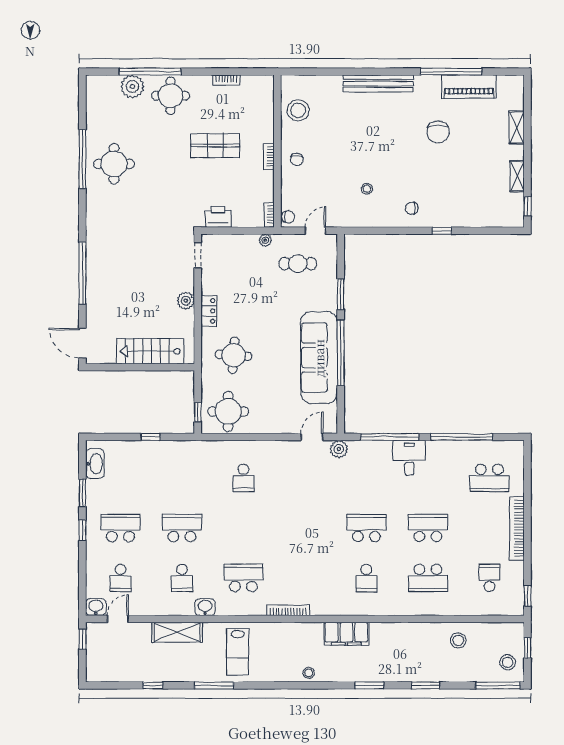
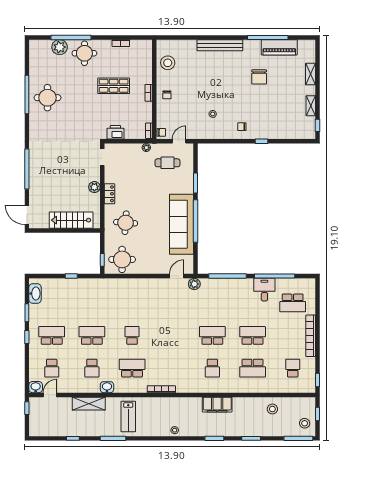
desk: (409, 458) -> (264, 290), moved
school desk: (243, 478) -> (132, 335), moved, turned 180
filing cabinet: (346, 634) -> (217, 405), moved

